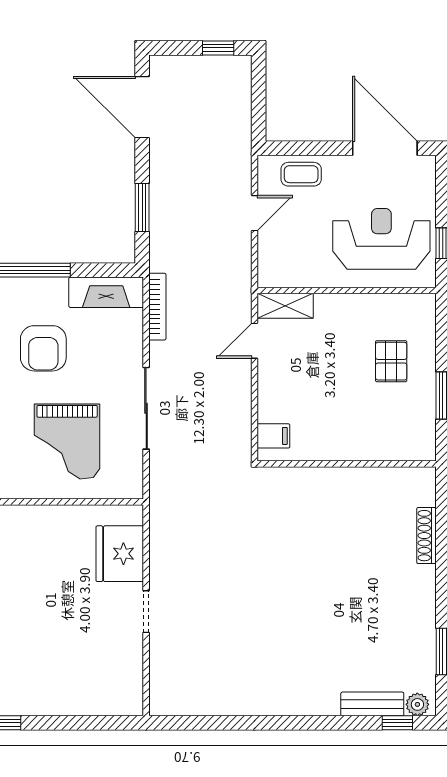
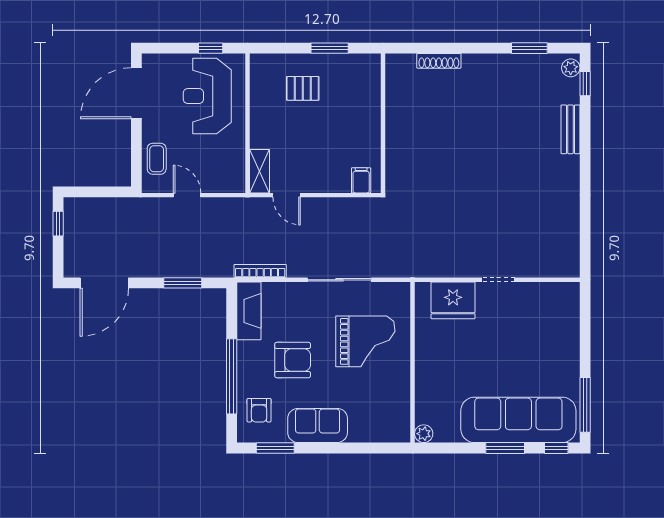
bench: (372, 704) -> (570, 129), moved

